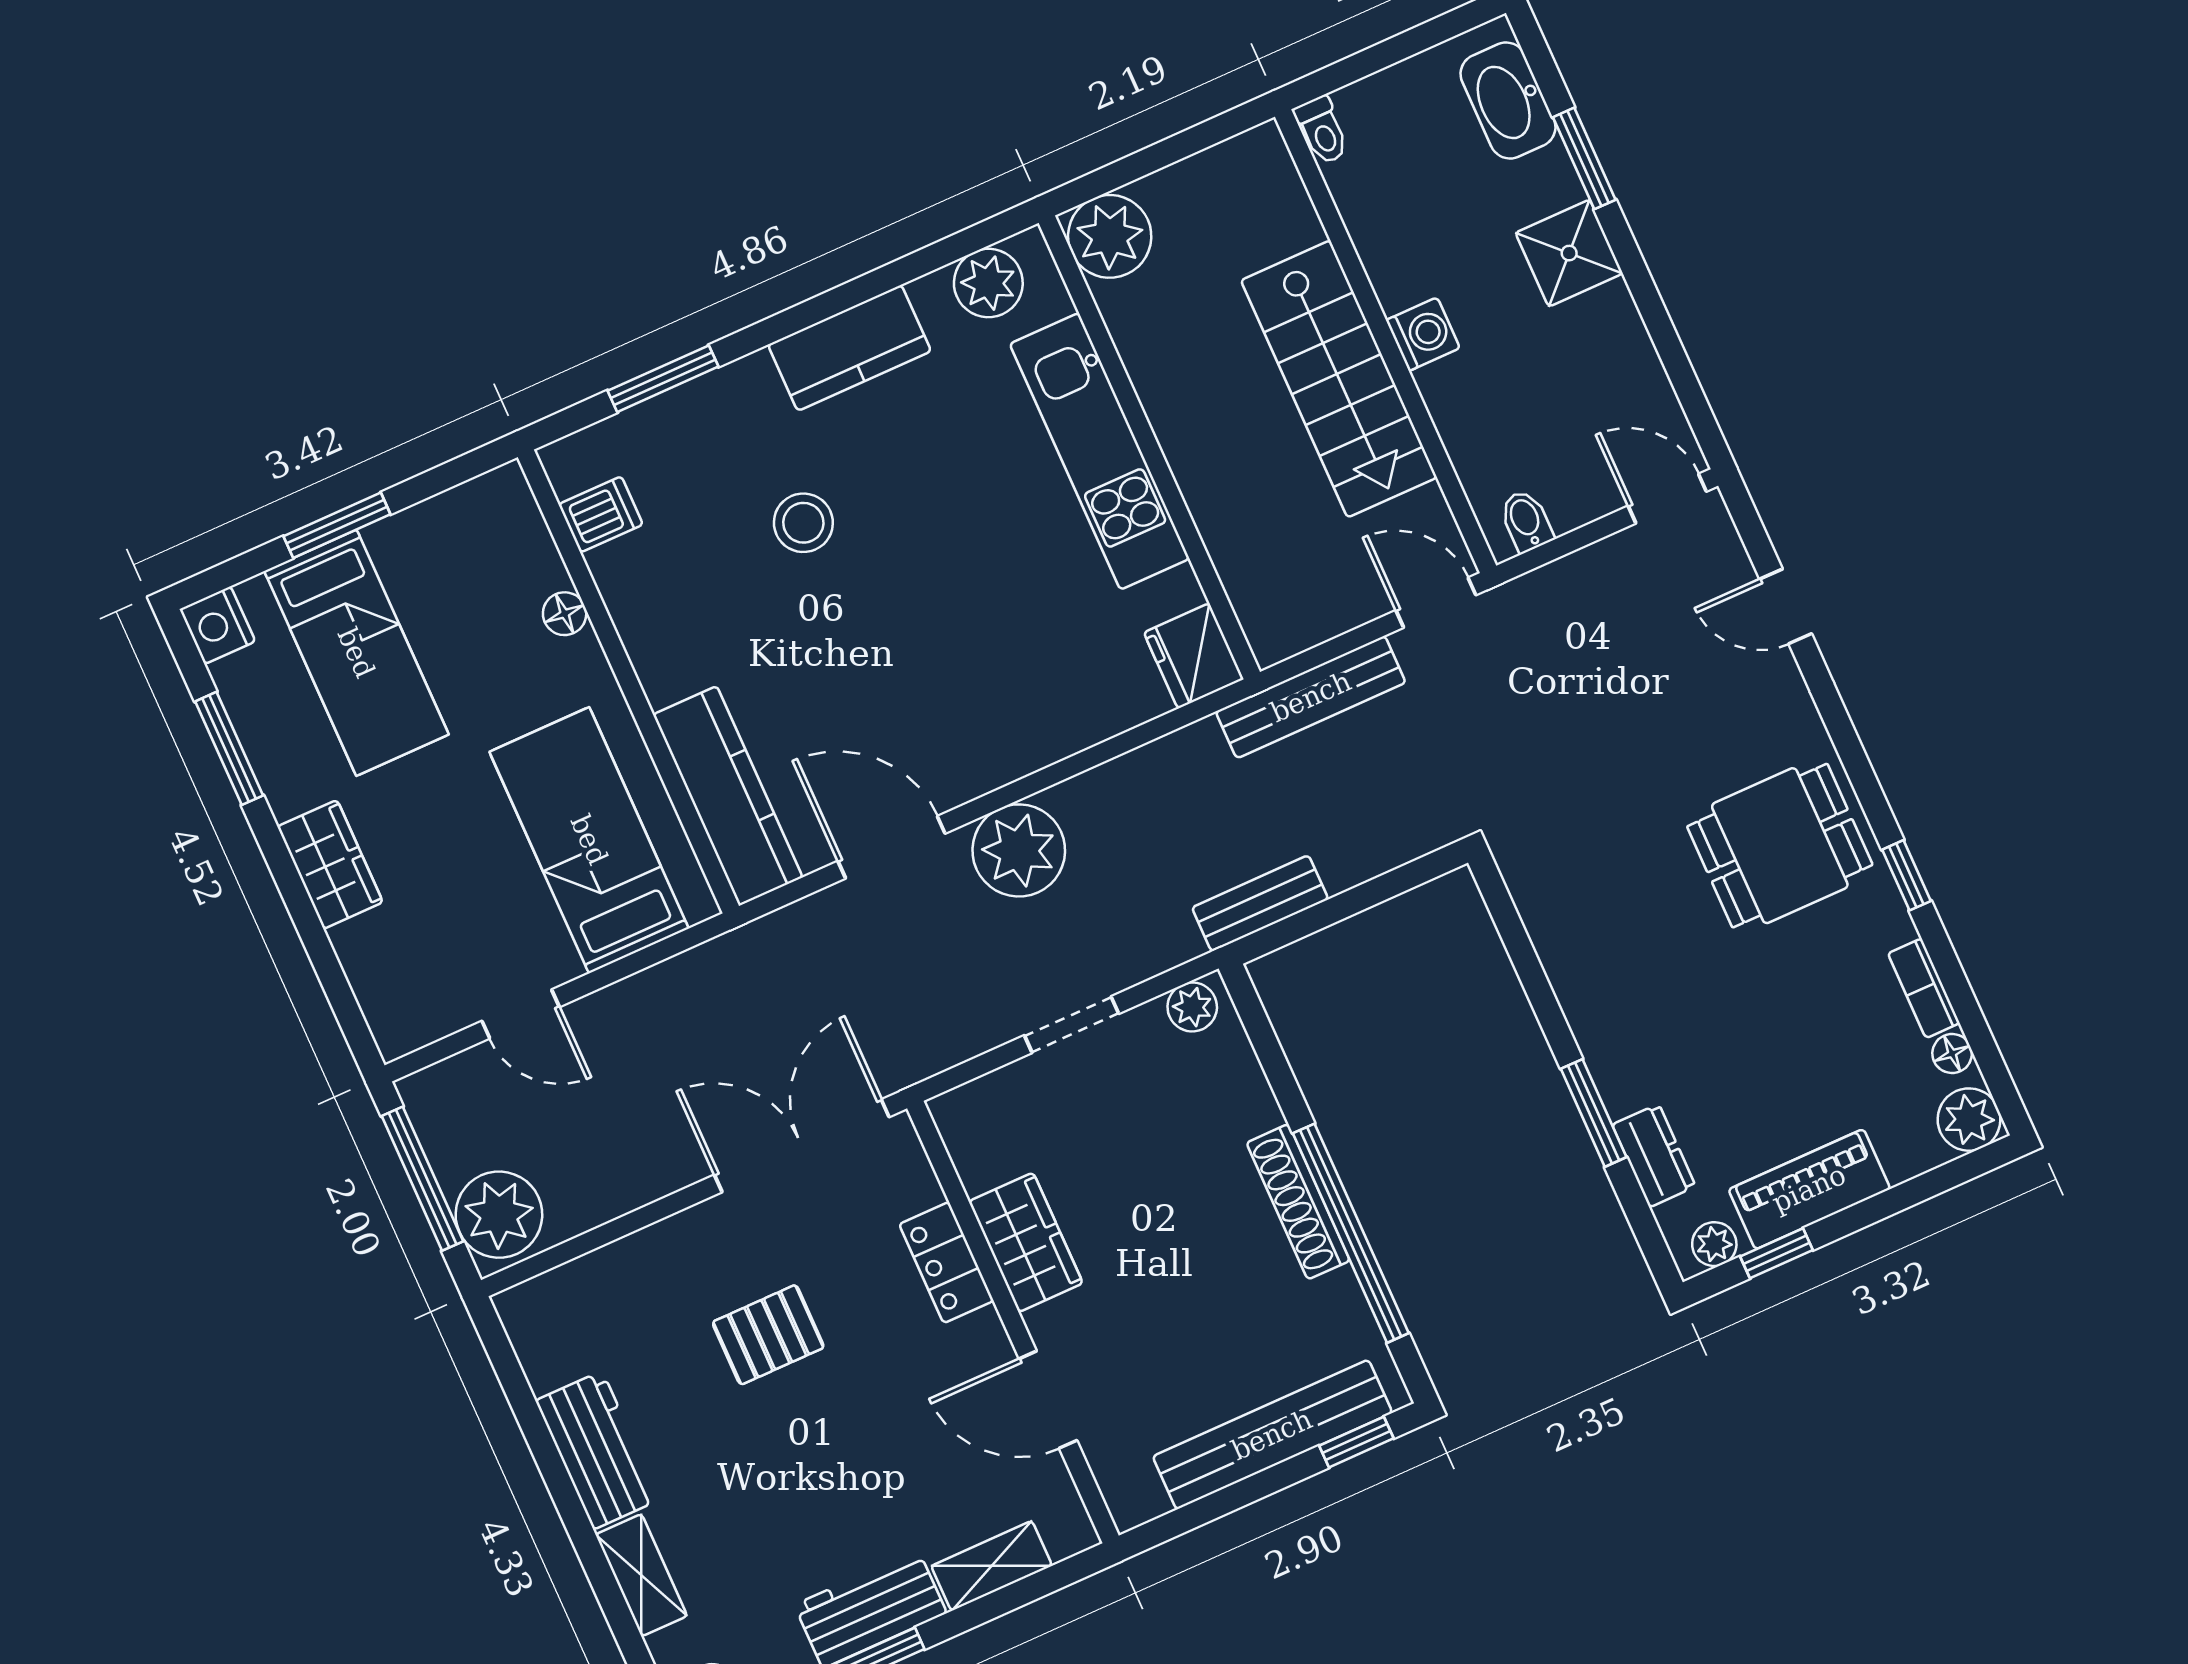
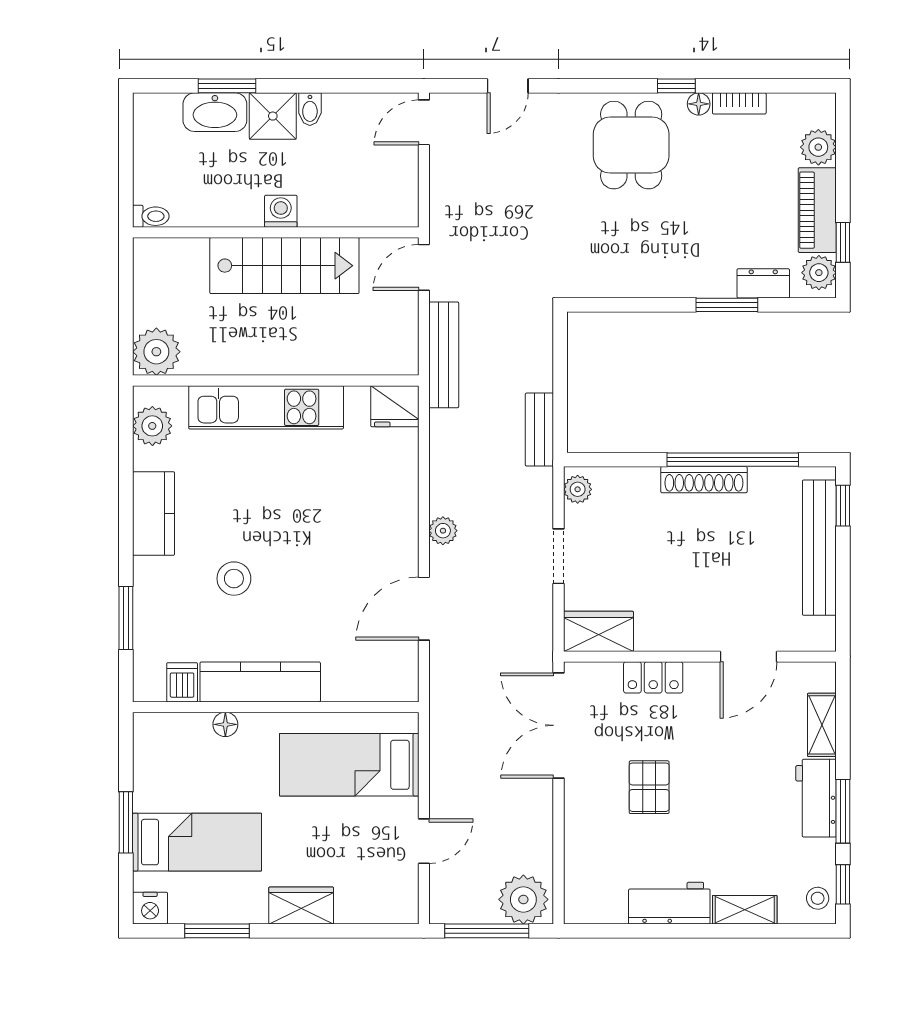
washbasin: (1508, 100) -> (215, 112), moved
bidet: (1526, 521) -> (310, 109), moved, turned -90
kitchen counter: (728, 796) -> (260, 682), moved
plant: (1019, 850) -> (443, 531), width x0.53, depth x0.53
floor lamp: (1952, 1054) -> (699, 104), moved
plant: (1969, 1120) -> (818, 147), moved
wardrobe: (1026, 1242) -> (598, 631), moved
plant: (1714, 1244) -> (819, 273), width x1.38, depth x1.38

